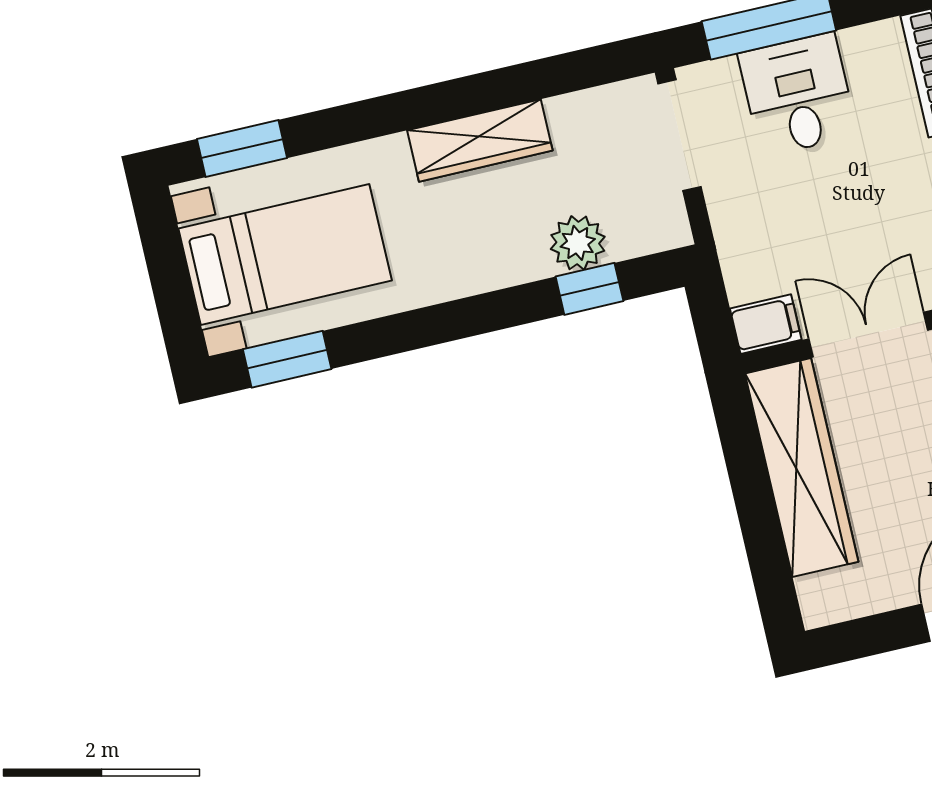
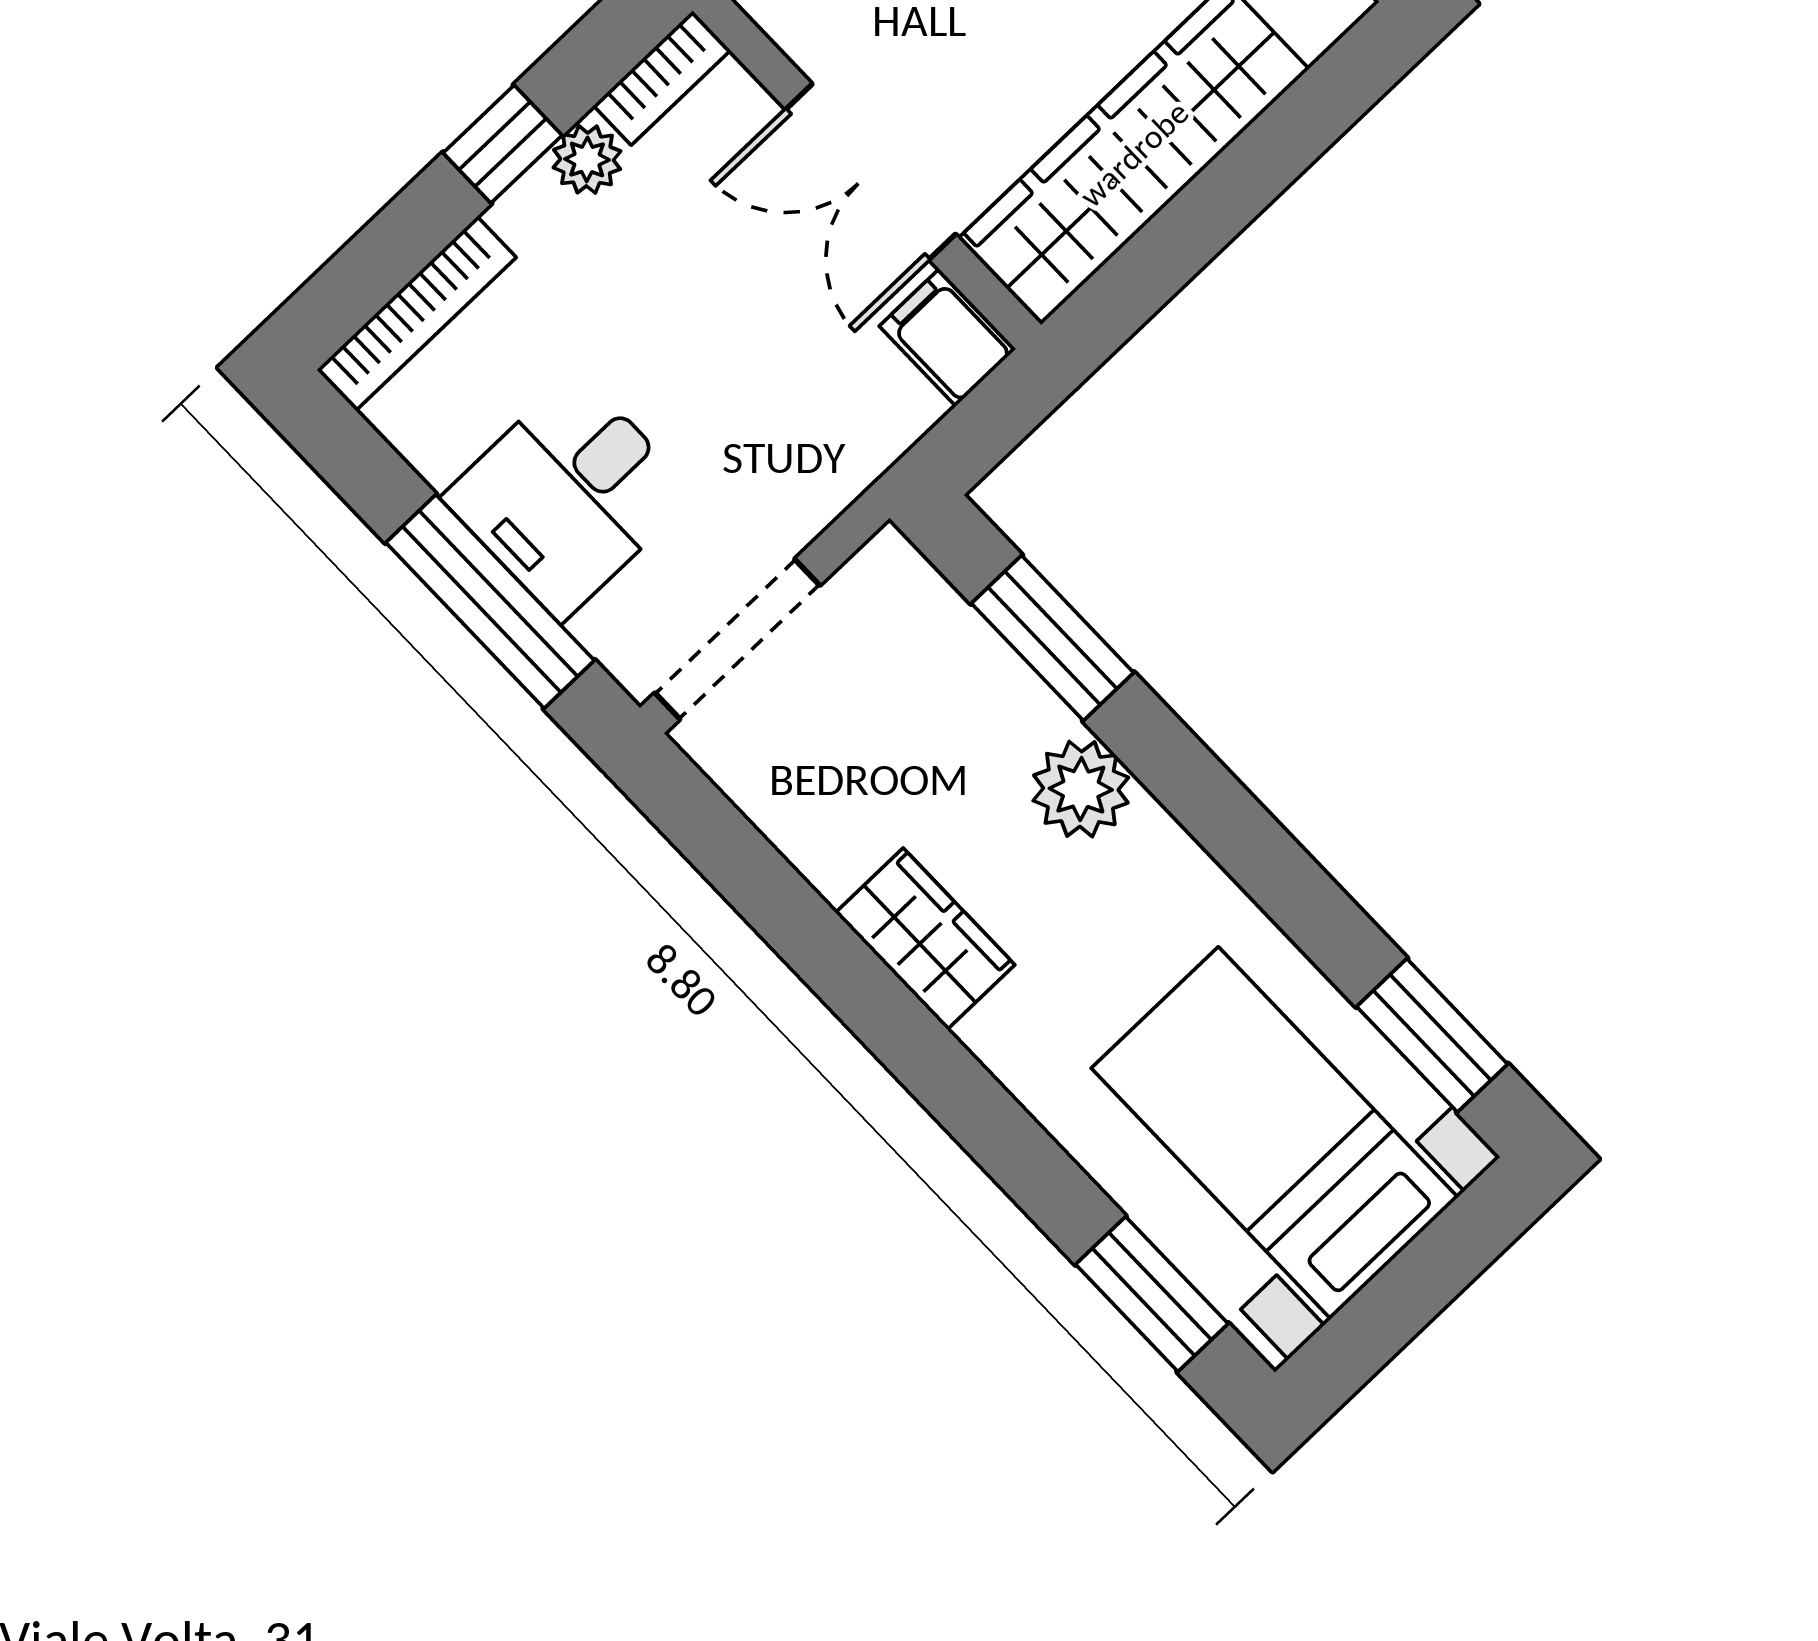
wardrobe: (480, 140) -> (925, 939), width x0.67
plant: (578, 243) -> (1081, 789), moved
window: (589, 289) -> (1052, 638), width x1.50

